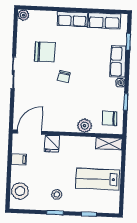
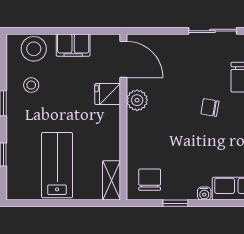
plant: (85, 126) -> (137, 100), moved
filing cabinet: (19, 159) -> (73, 45), width x2.00
stool: (57, 194) -> (31, 85), moved

